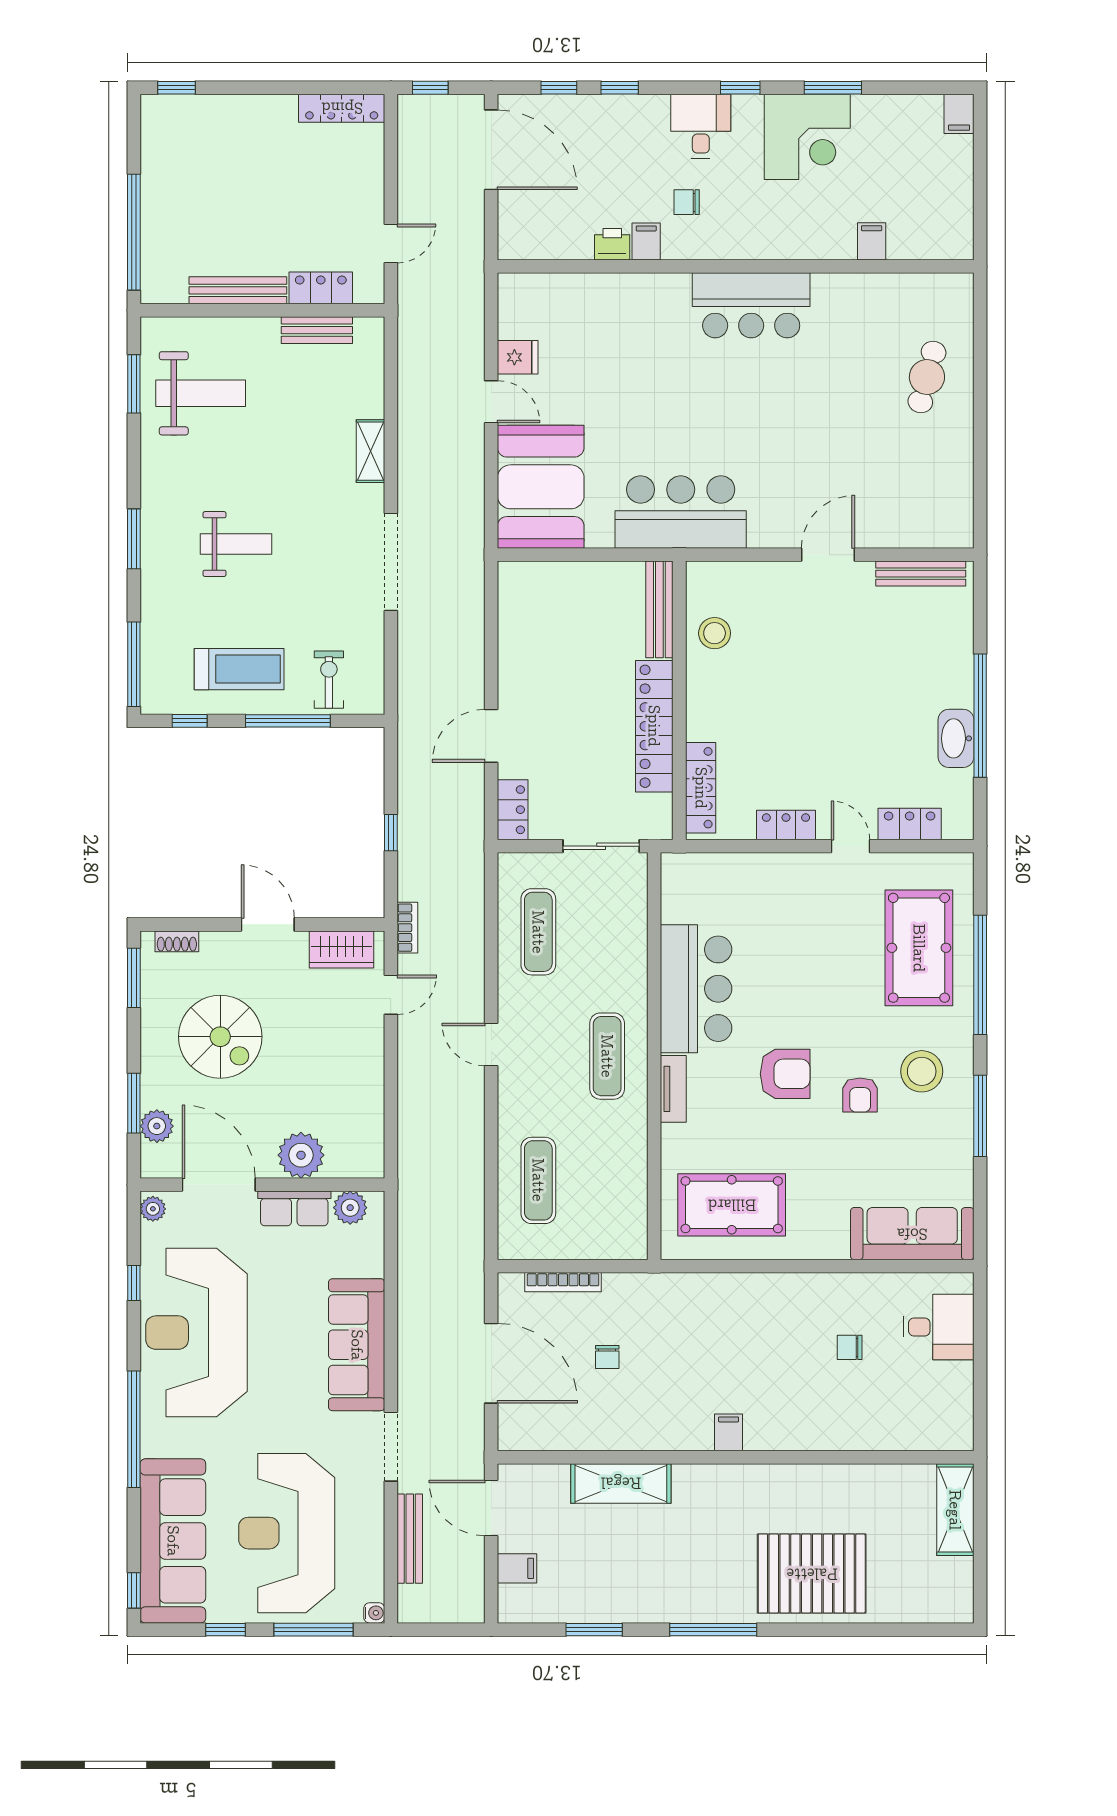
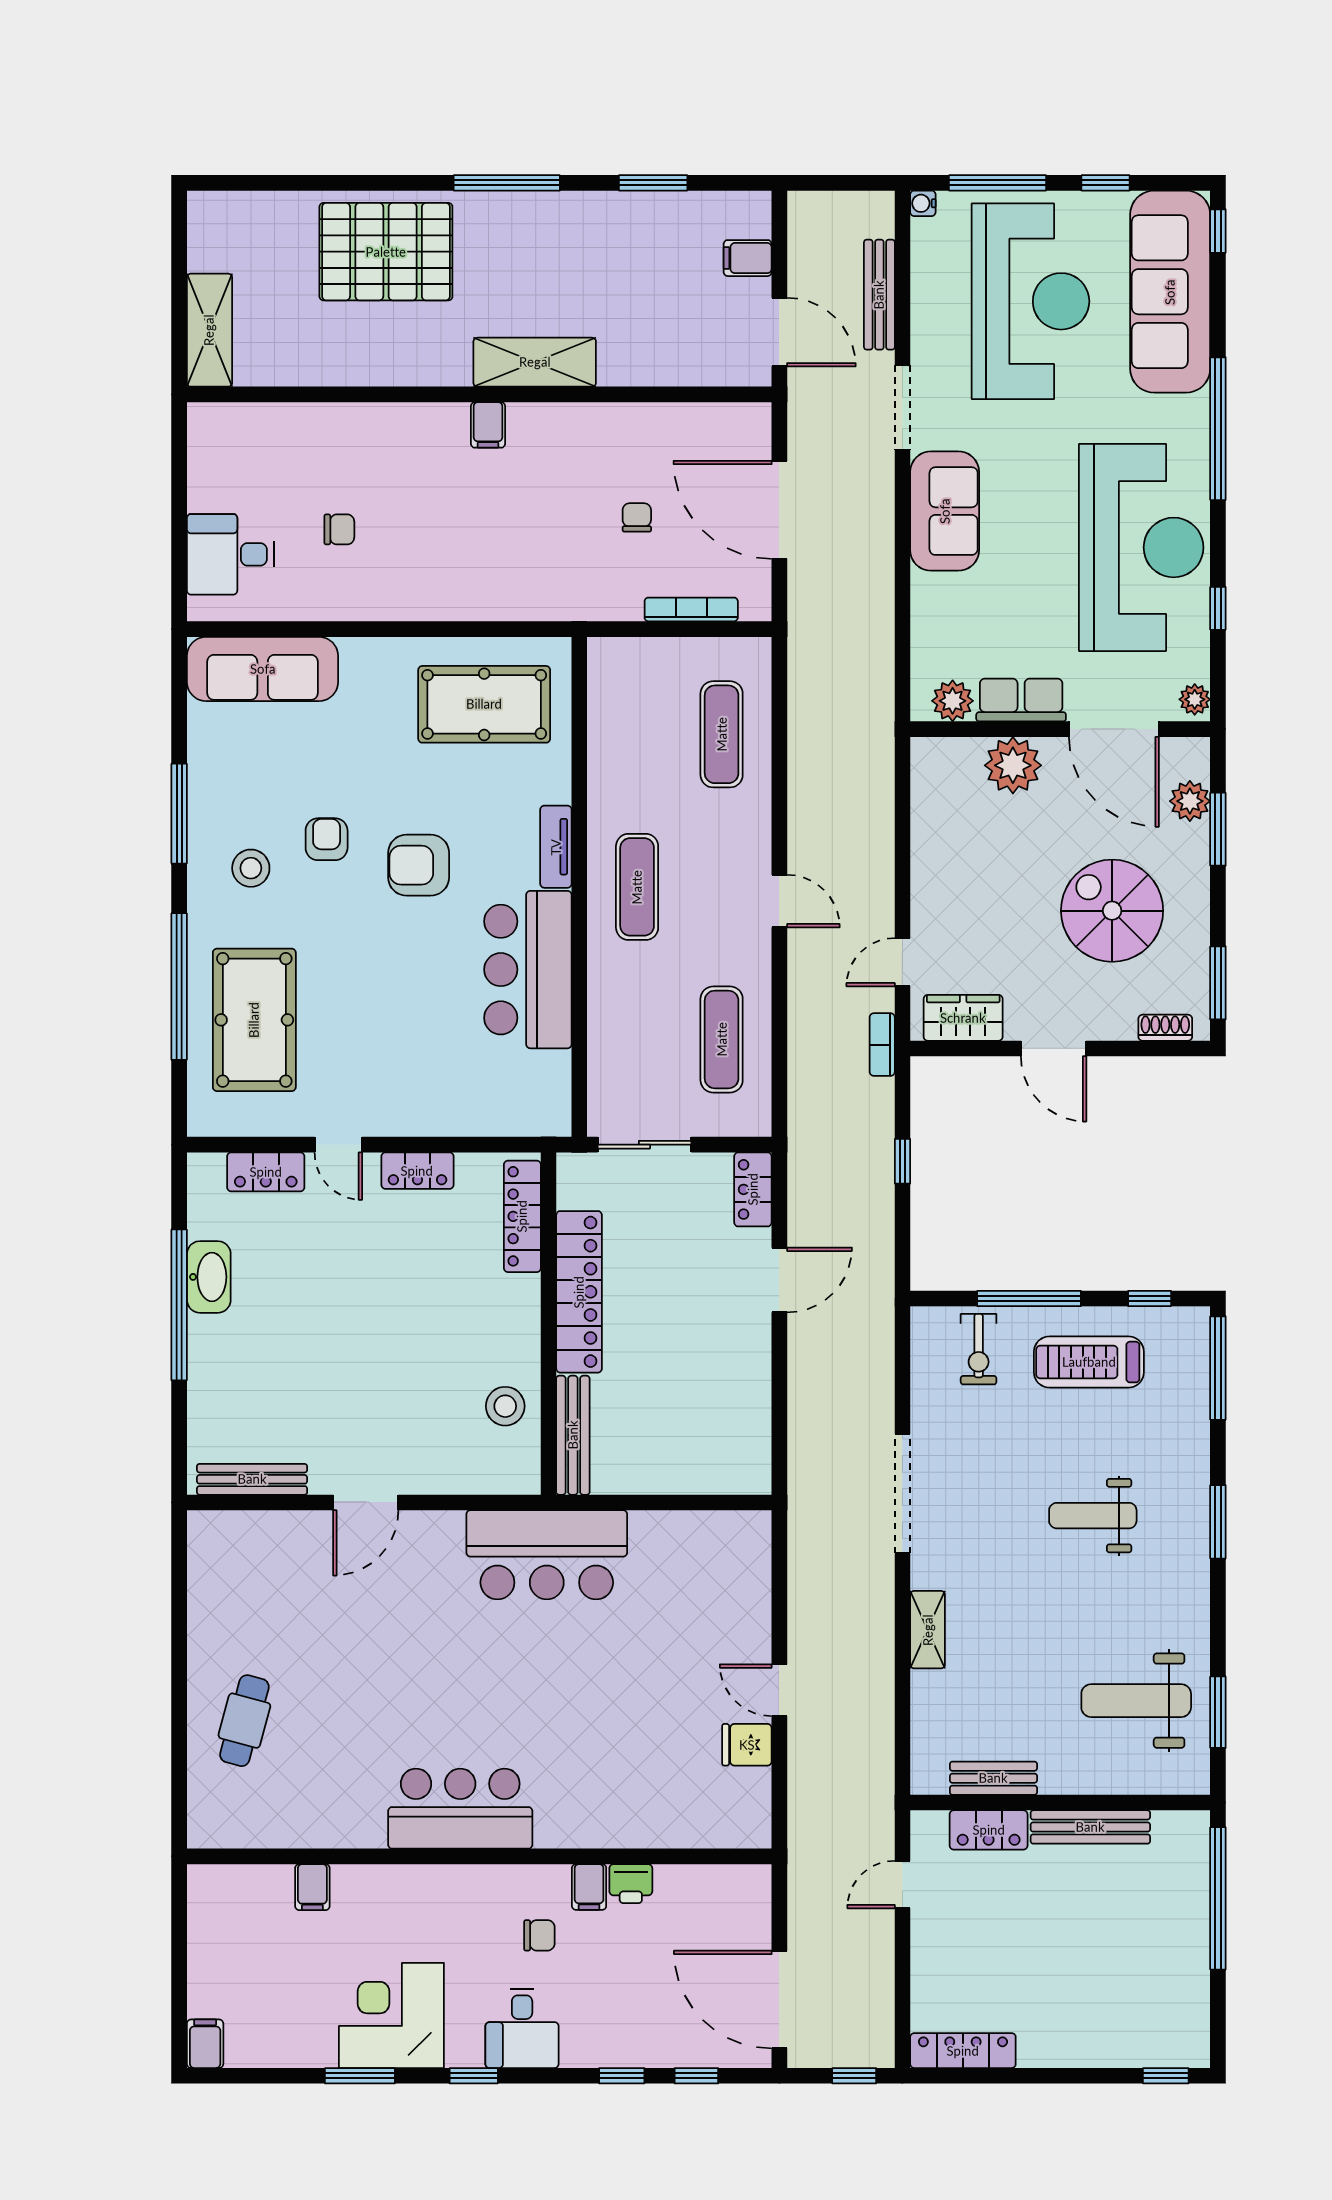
booth: (541, 487) -> (719, 1586), removed
stool: (922, 1071) -> (251, 868), width x0.73, depth x0.73
sofa: (357, 1345) -> (945, 511), width x0.73
shelving: (621, 1483) -> (535, 362), moved

